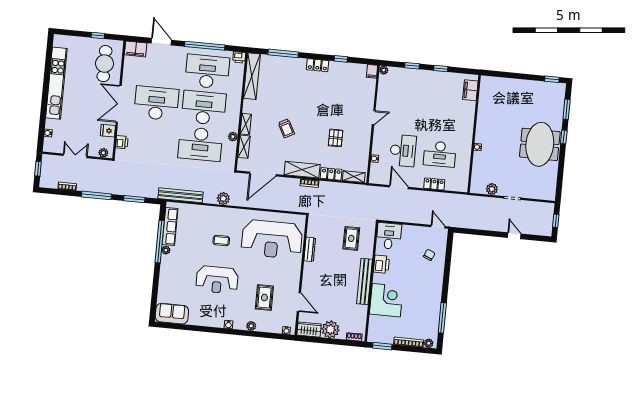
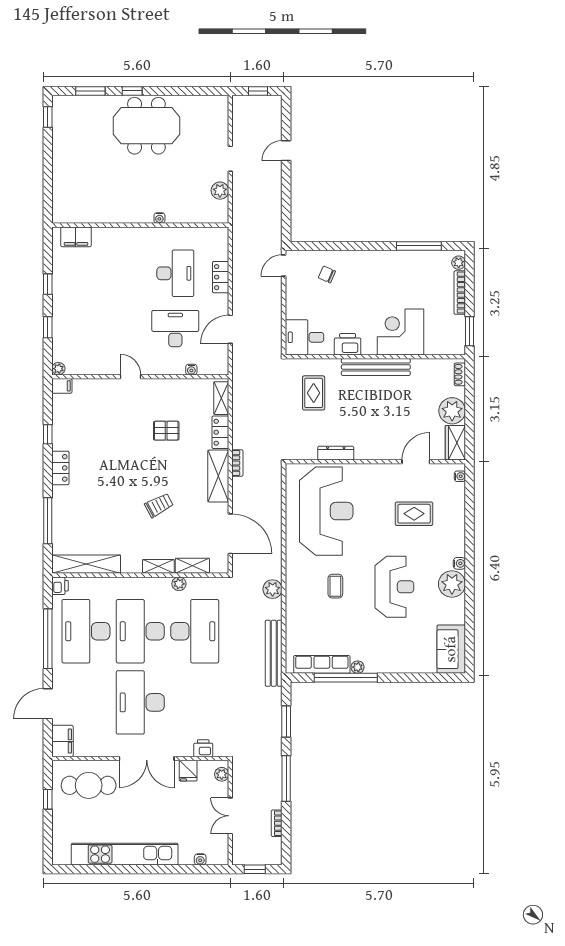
rug: (351, 238) -> (314, 393), turned 90
plant: (251, 326) -> (452, 584), moved, width x1.87, depth x1.87

